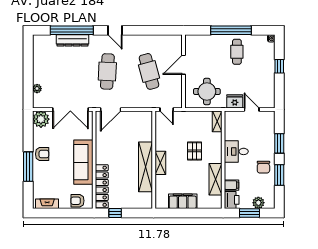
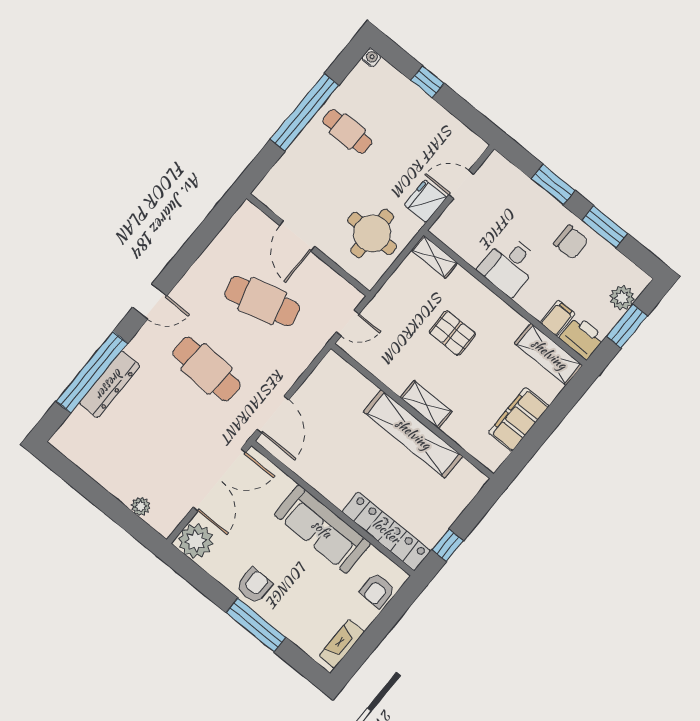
shelving: (216, 179) -> (549, 354), moved

